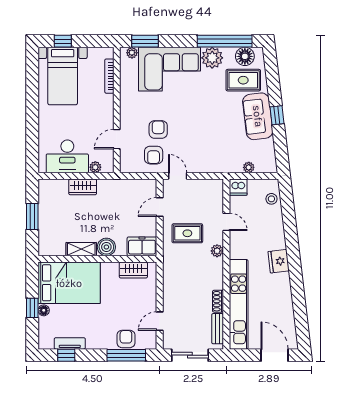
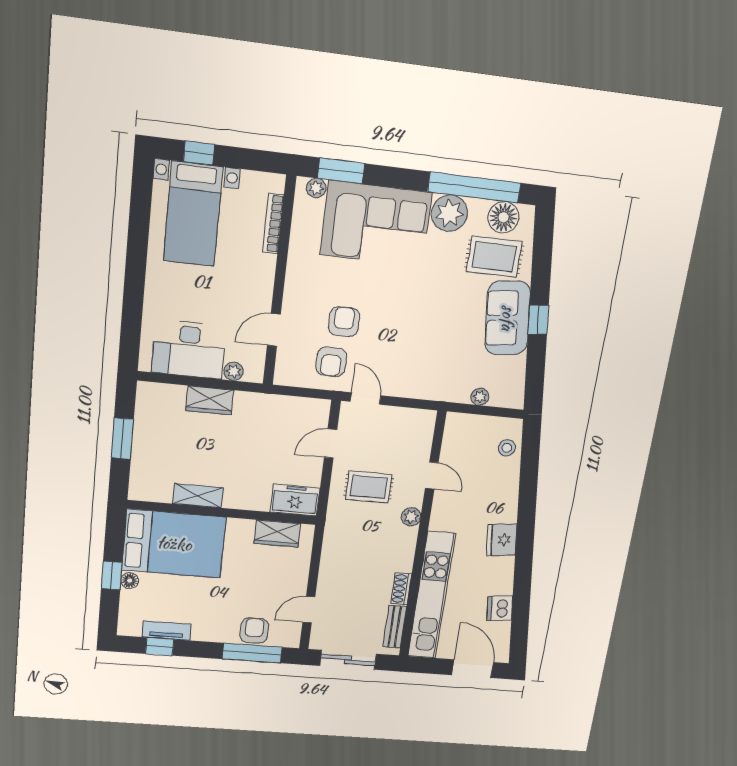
dishwasher: (238, 187) -> (500, 608), moved, turned 83
boiler: (106, 247) -> (239, 496), removed

